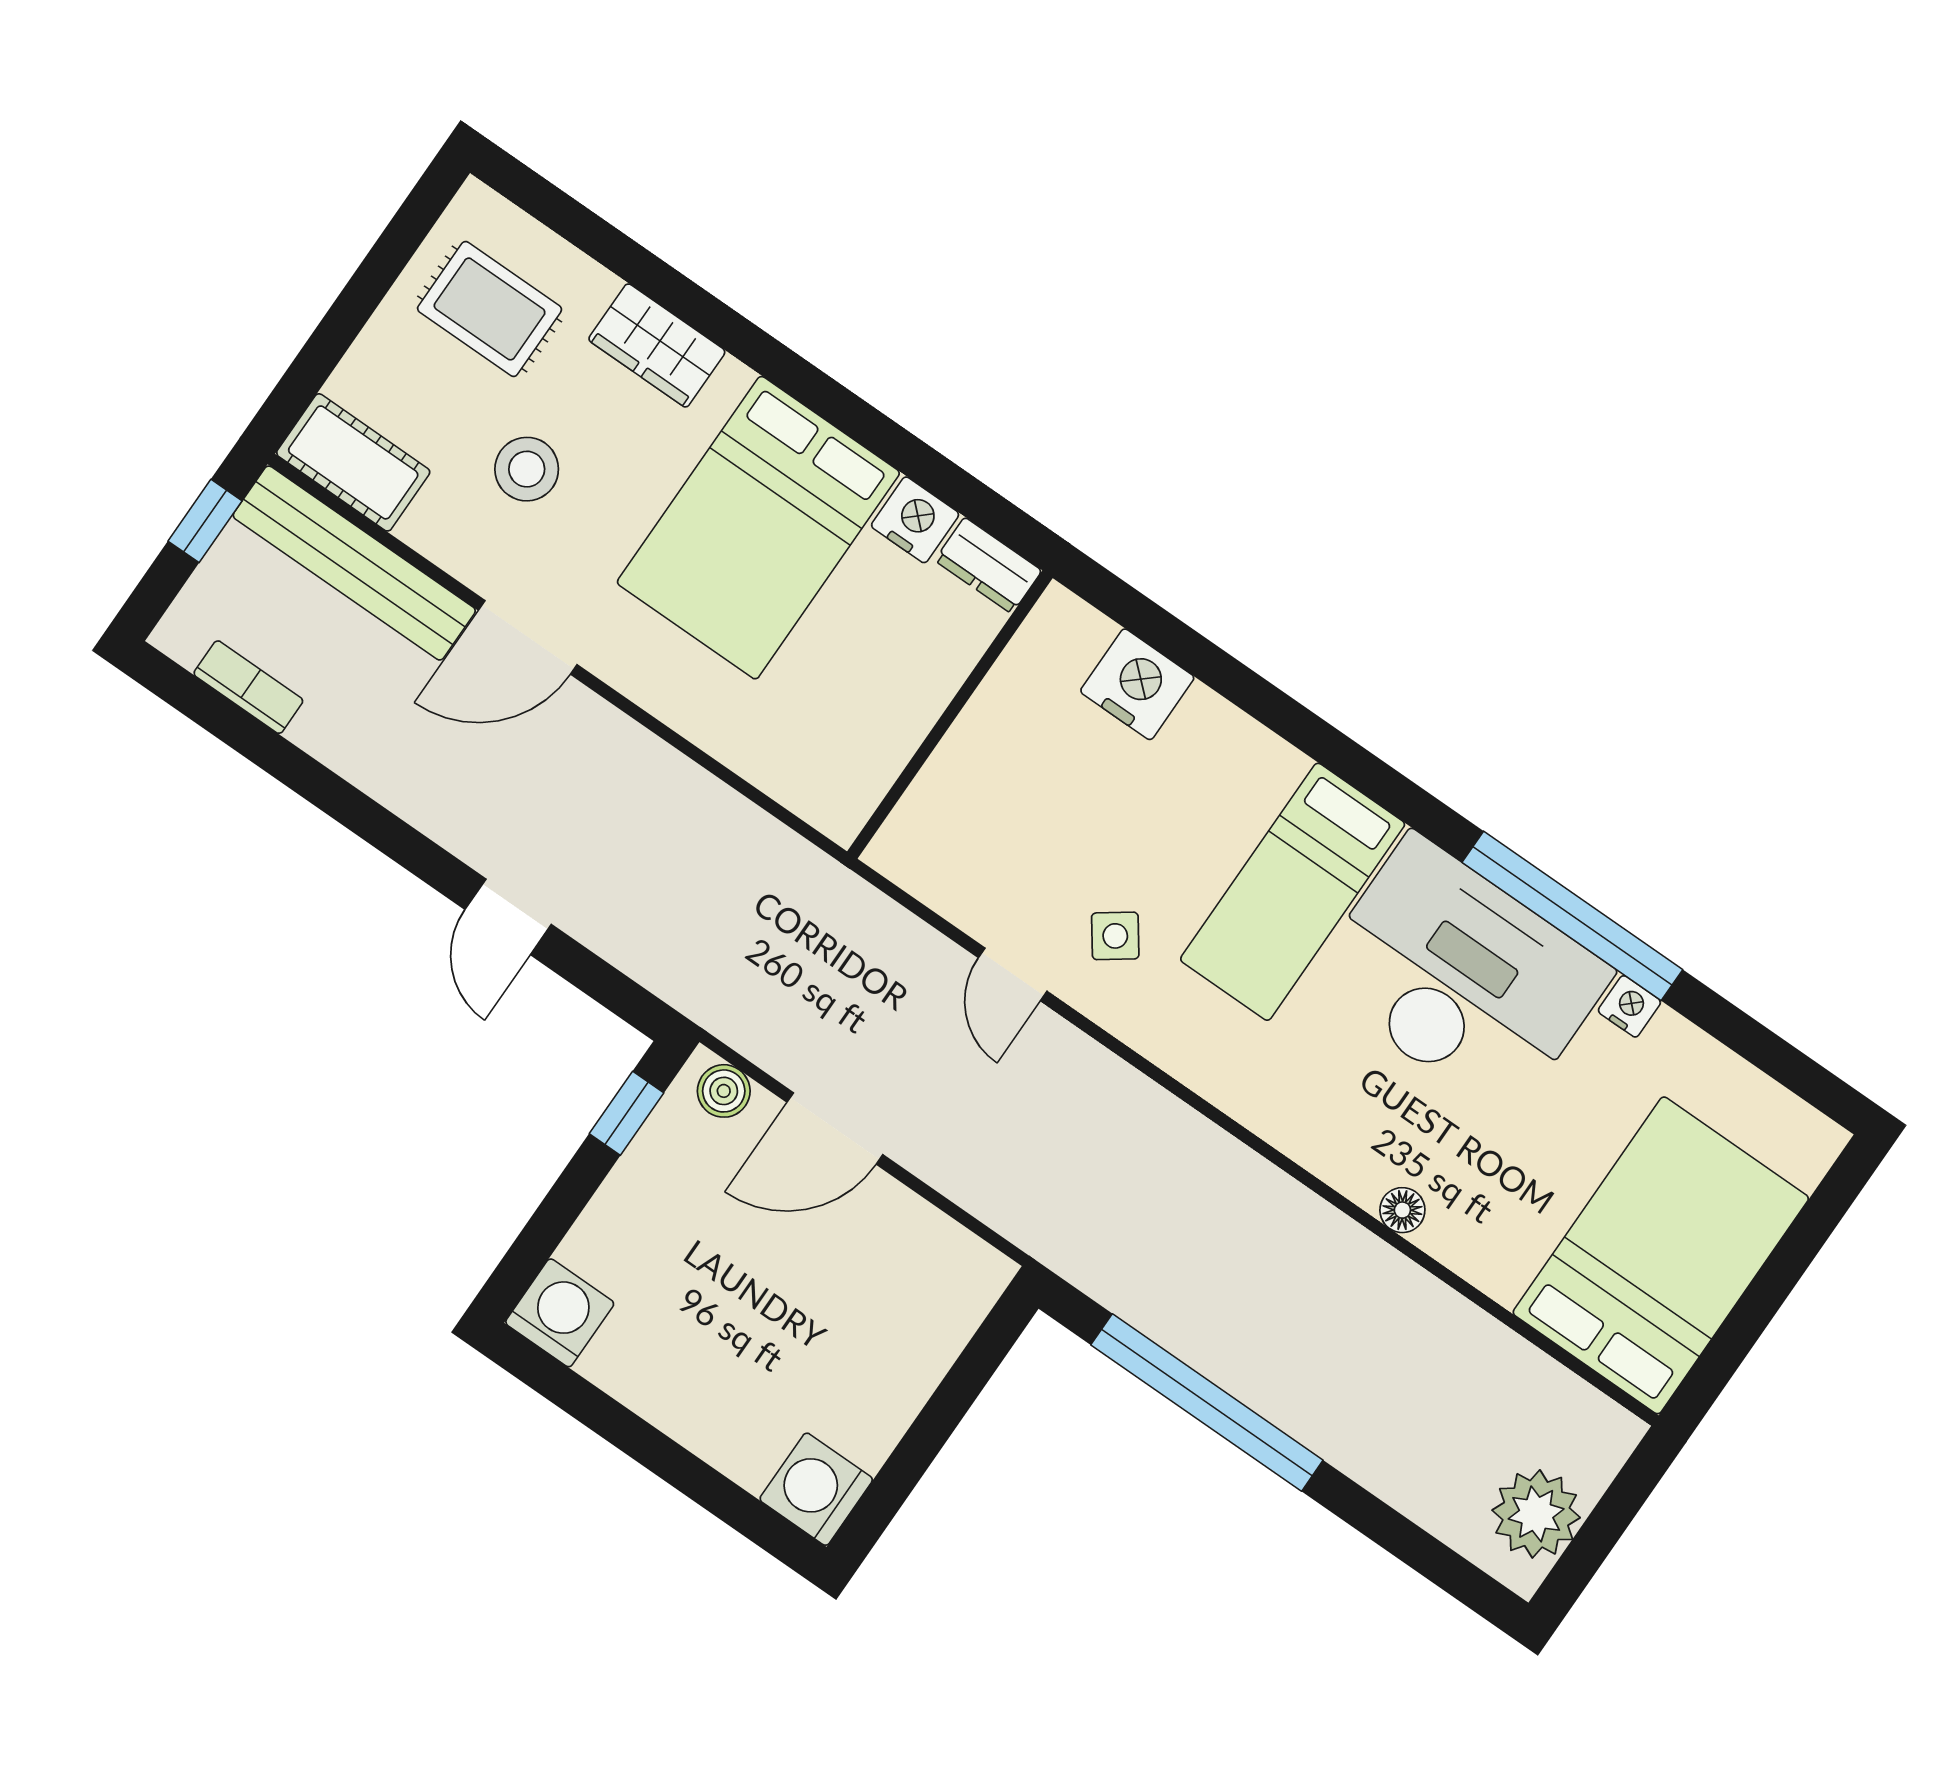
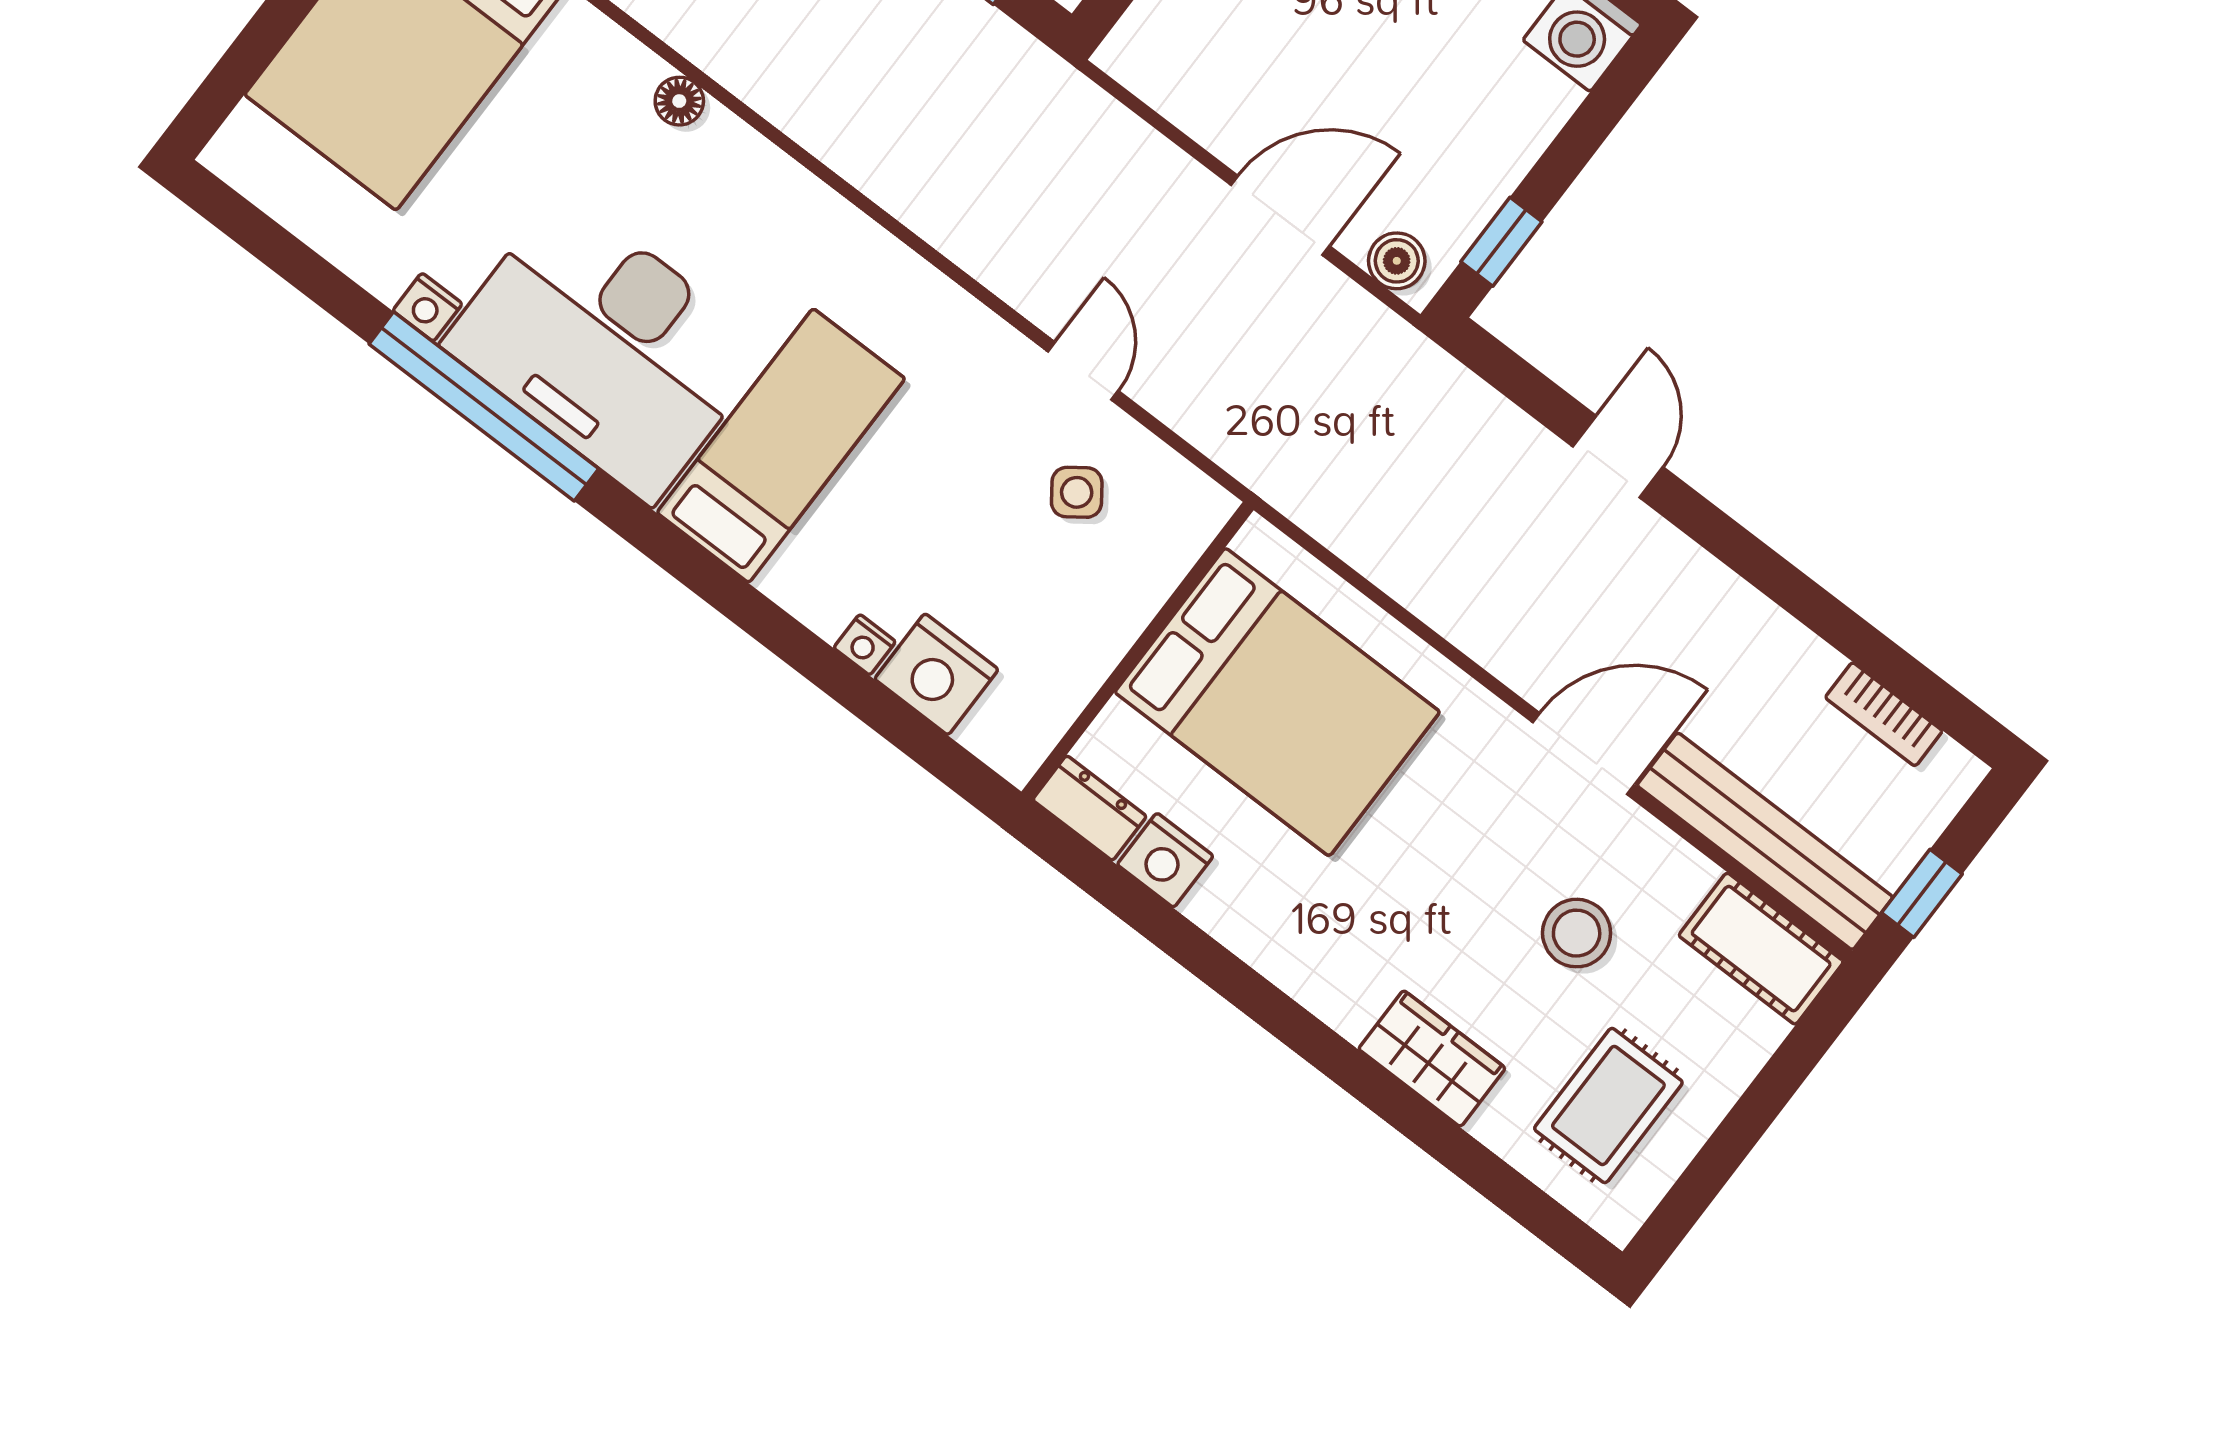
rug: (490, 309) -> (1608, 1105), turned 90
bed: (758, 528) -> (1277, 702), moved, turned 90
nightstand: (1206, 709) -> (865, 645), added
side table: (1115, 936) -> (1077, 492), moved

